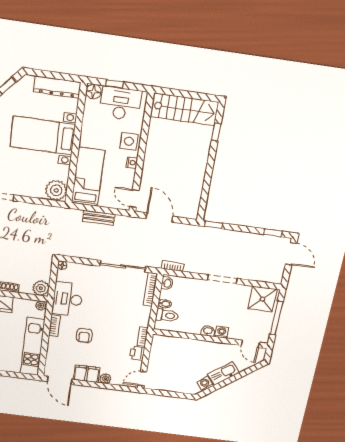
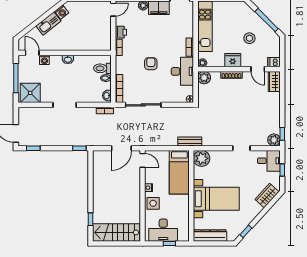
floor lamp: (93, 92) -> (184, 236), removed
door: (159, 217) -> (121, 148), hinge flipped
bench: (99, 218) -> (190, 141), moved
washing machine: (222, 332) -> (44, 60), moved
armchair: (84, 336) -> (151, 64), moved

